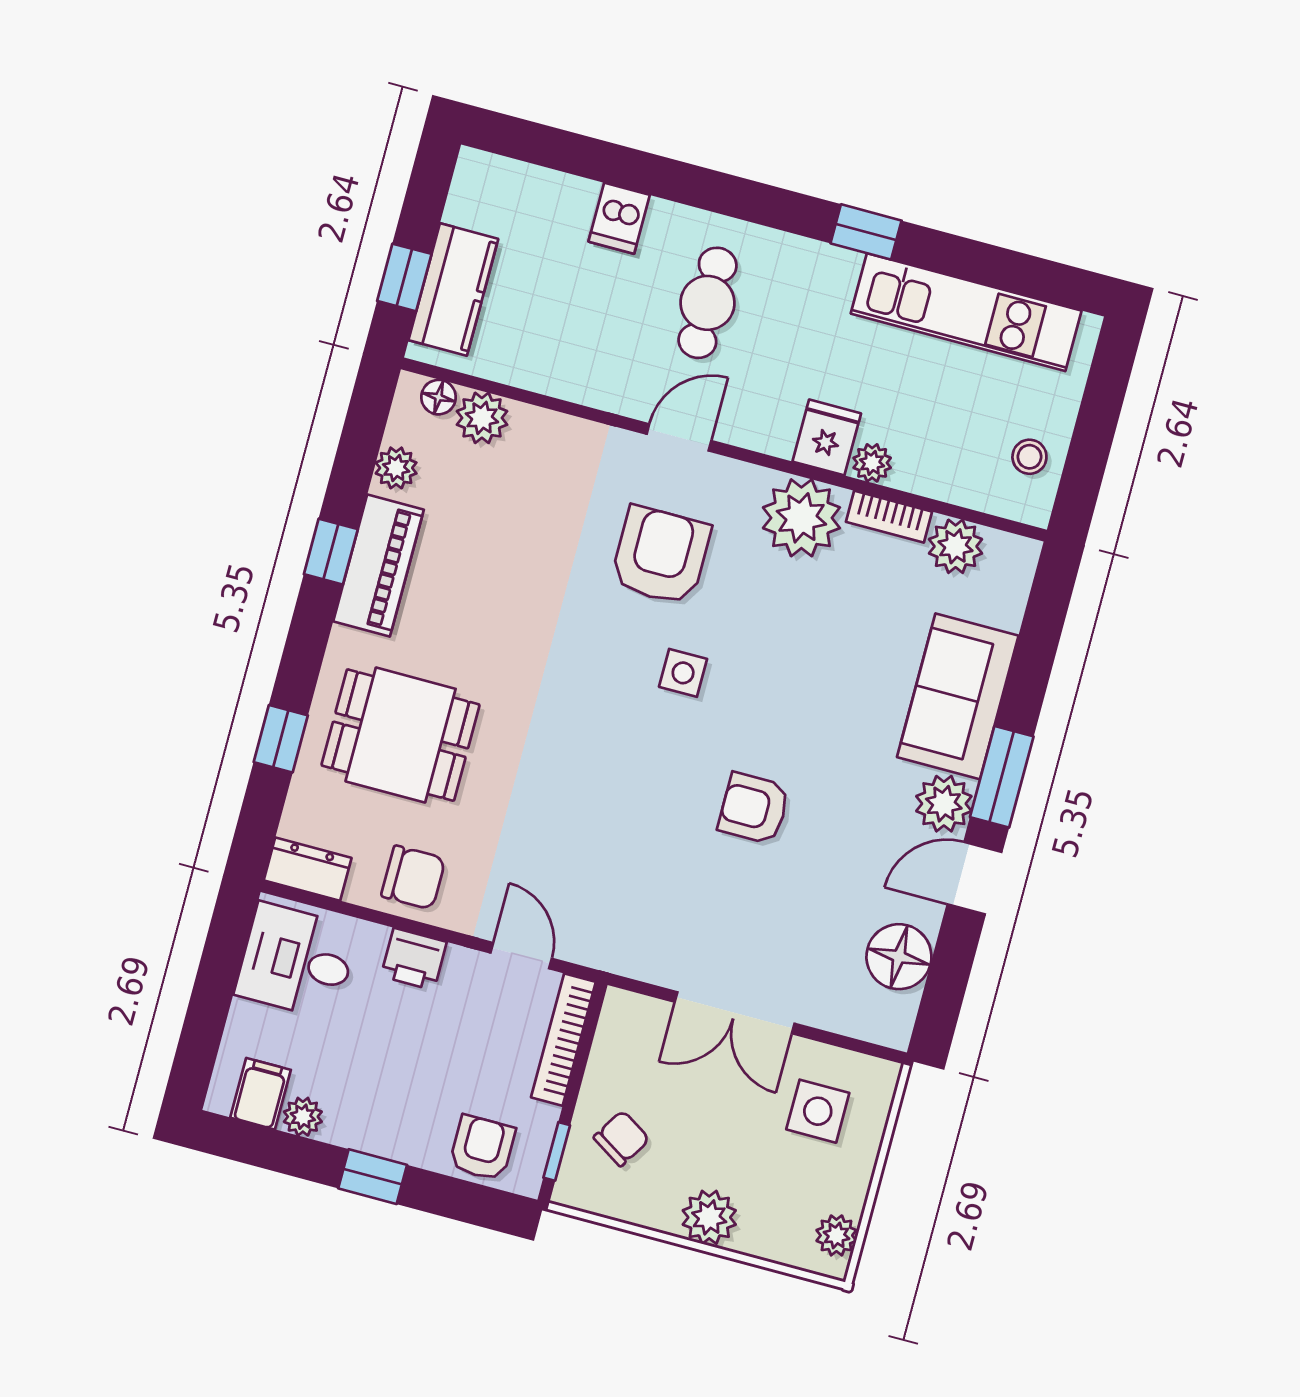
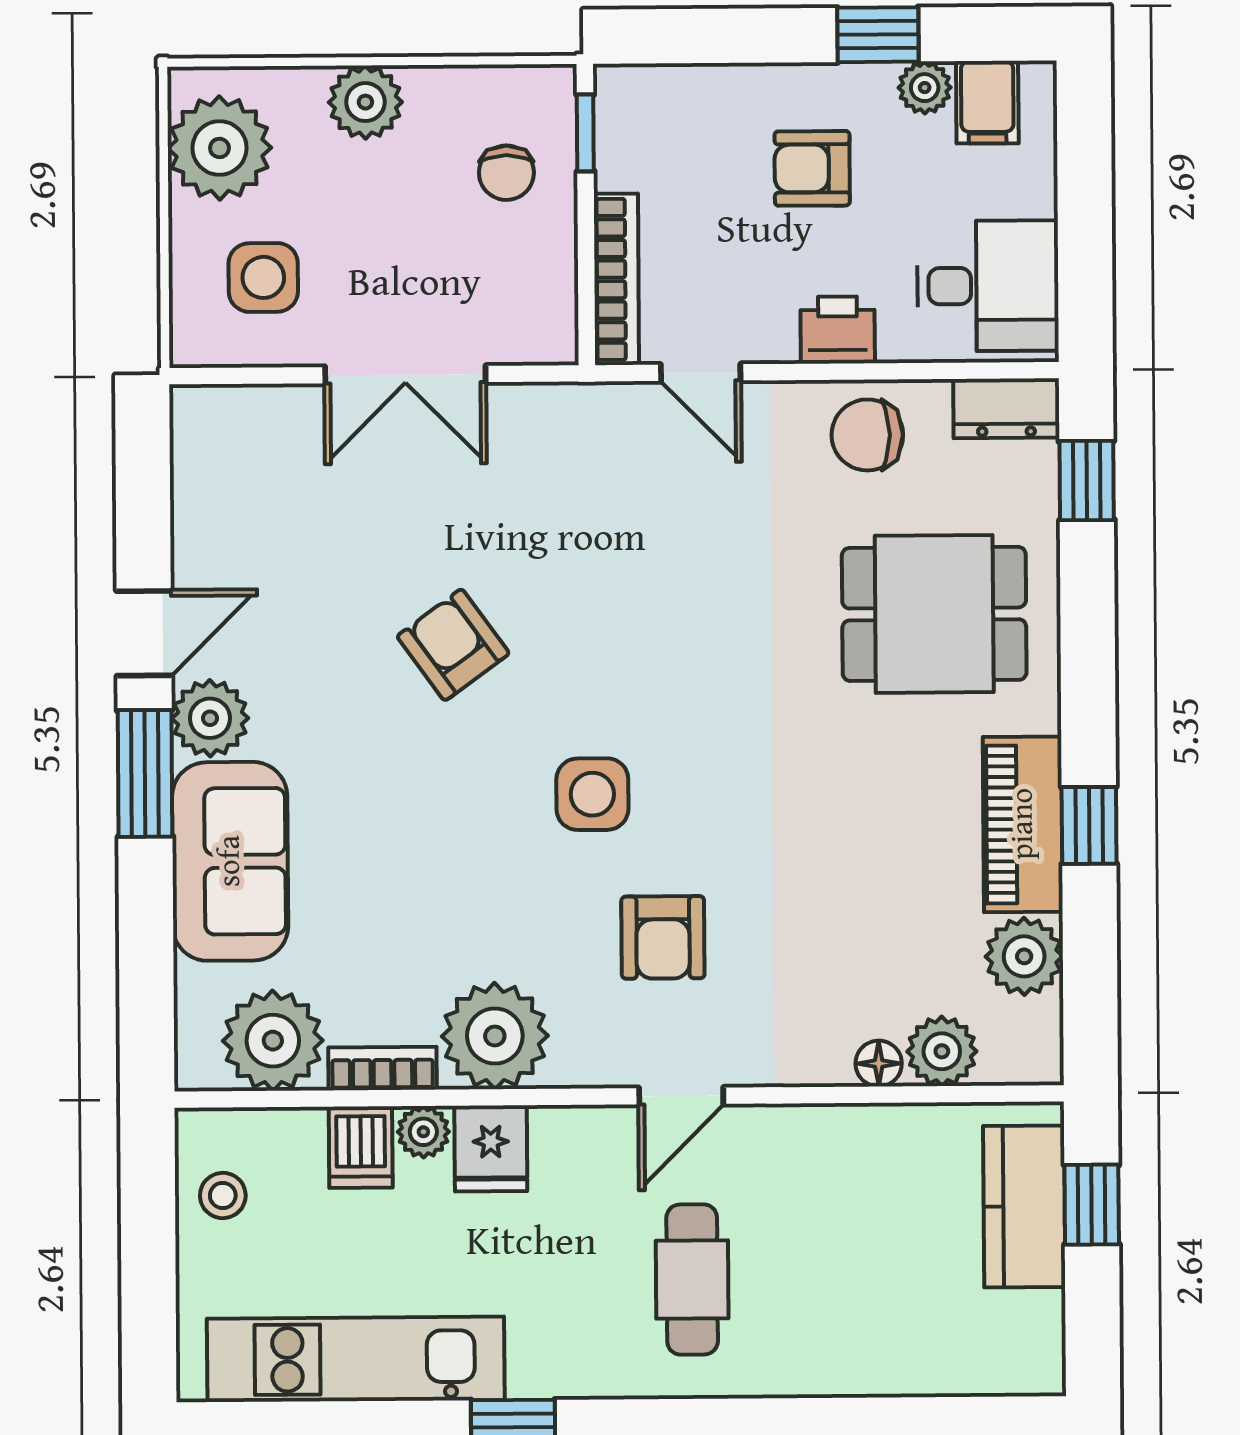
dishwasher: (619, 218) -> (361, 1147), moved, turned 180
floor lamp: (439, 397) -> (879, 1064), moved
plant: (396, 468) -> (1024, 956), width x1.38, depth x1.38
plant: (956, 546) -> (273, 1041), width x1.36, depth x1.36
armchair: (661, 555) -> (663, 937), width x0.72, depth x0.72
side table: (683, 673) -> (592, 794), width x1.37, depth x1.37
window: (281, 739) -> (1087, 480), moved
armchair: (754, 808) -> (453, 645), turned -126
floor lamp: (899, 957) -> (214, 505), removed
double door: (735, 1013) -> (405, 375), swing flipped
chair: (622, 1138) -> (506, 173), turned -32
armchair: (482, 1148) -> (812, 168), moved, turned 90
window: (373, 1177) -> (878, 35), moved
plant: (836, 1235) -> (219, 148), width x1.88, depth x1.88

